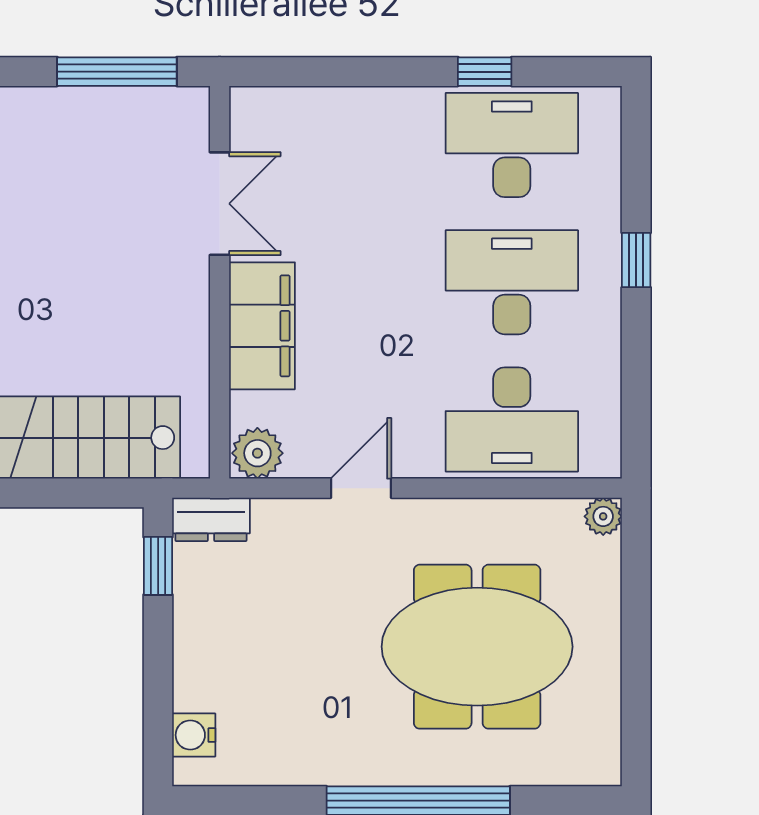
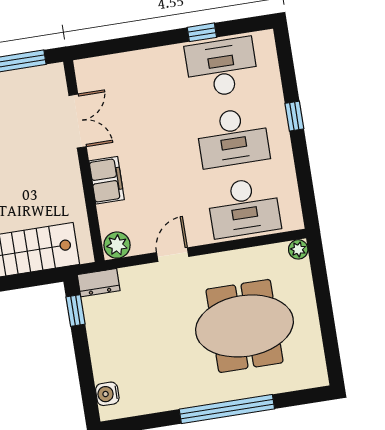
desk: (512, 282) -> (233, 137), turned 180
filing cabinet: (262, 326) -> (107, 180), width x0.67, depth x0.86

